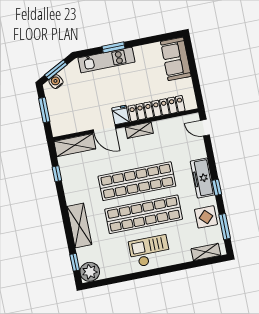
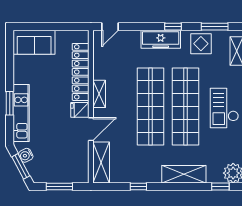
water cooler: (56, 82) -> (26, 155), moved
window: (57, 174) -> (138, 186), moved

